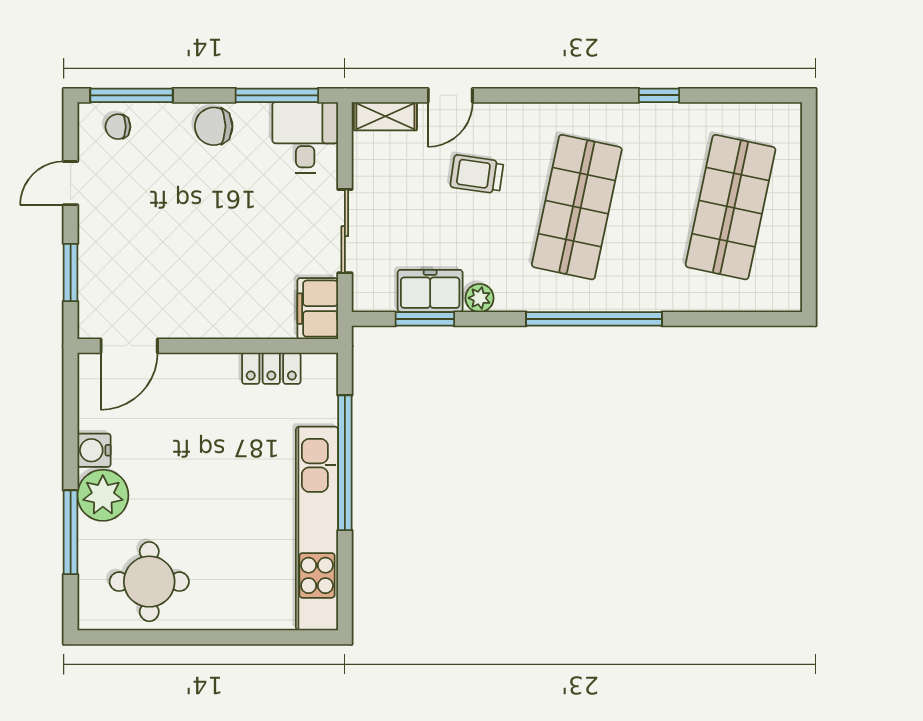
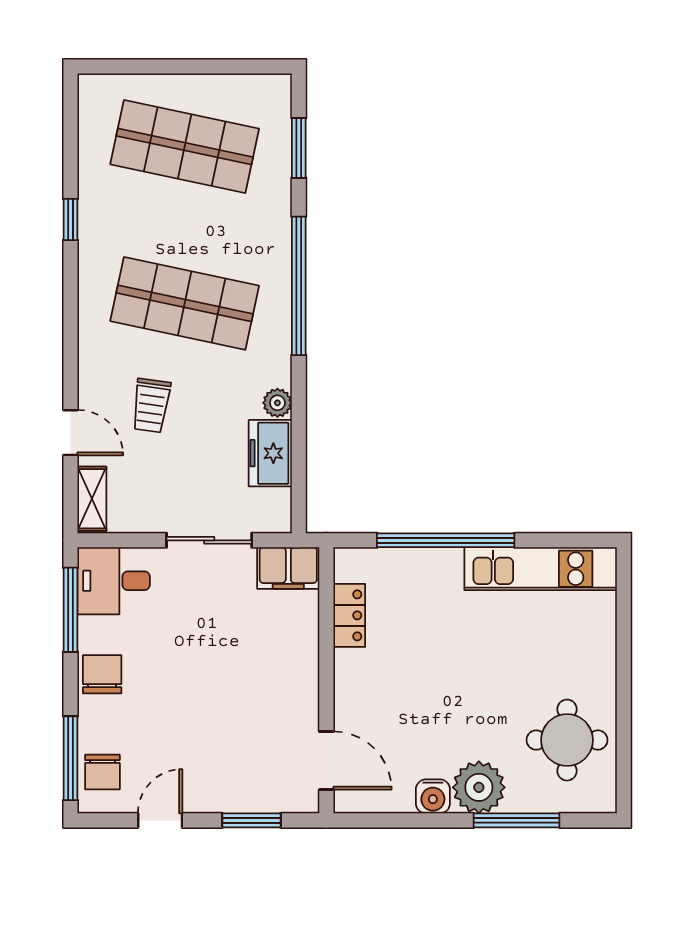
chair: (214, 126) -> (102, 674), turned 180
chair: (118, 127) -> (102, 772), width x1.37, depth x1.37
door: (71, 183) -> (160, 820), swing flipped
window: (425, 319) -> (299, 148), moved
kitchen unit: (317, 529) -> (541, 569), width x0.73

